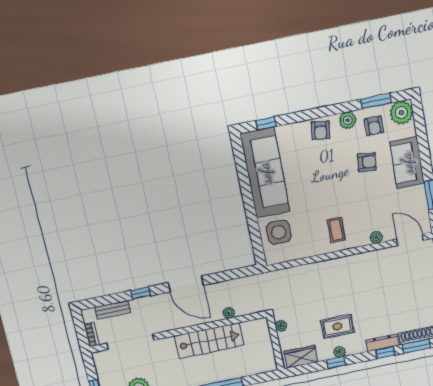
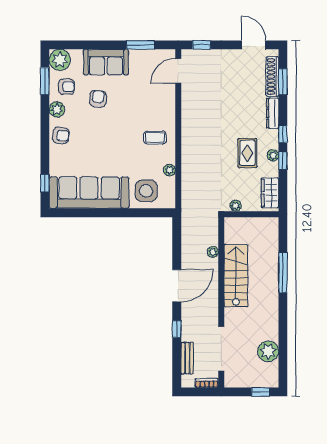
plant: (376, 237) -> (169, 170), moved
window: (385, 353) -> (283, 134), moved

